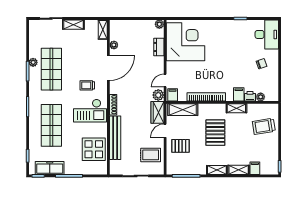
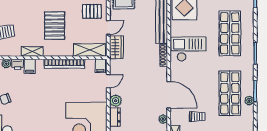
door: (108, 68) -> (169, 95), swing flipped
trolley: (87, 85) -> (197, 117), moved
plant: (158, 95) -> (116, 101), moved

